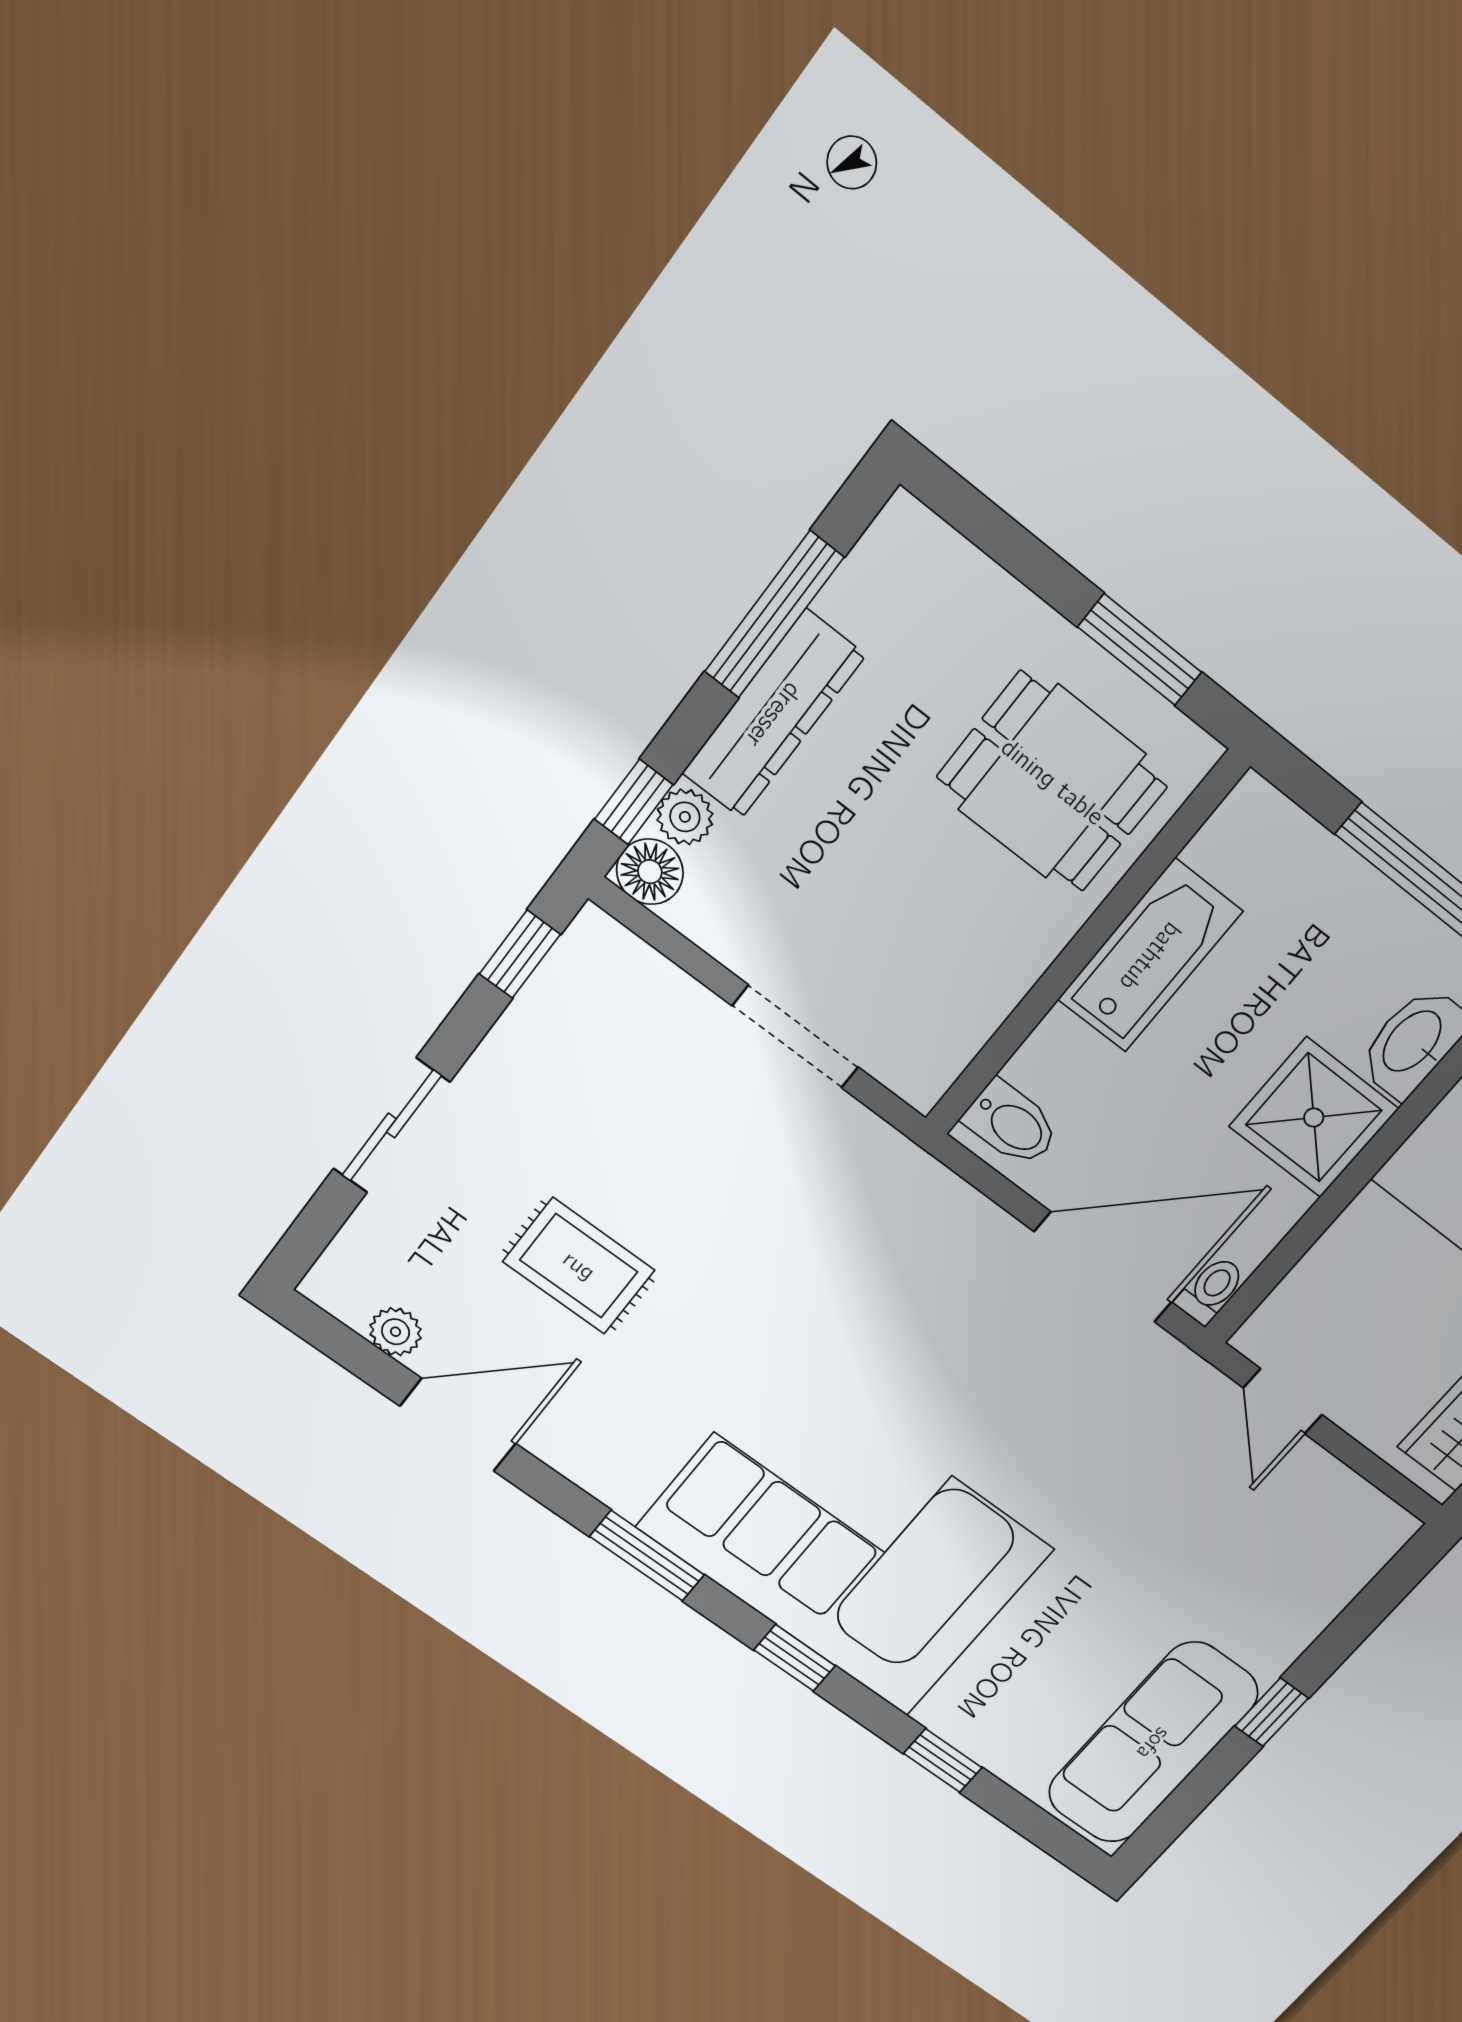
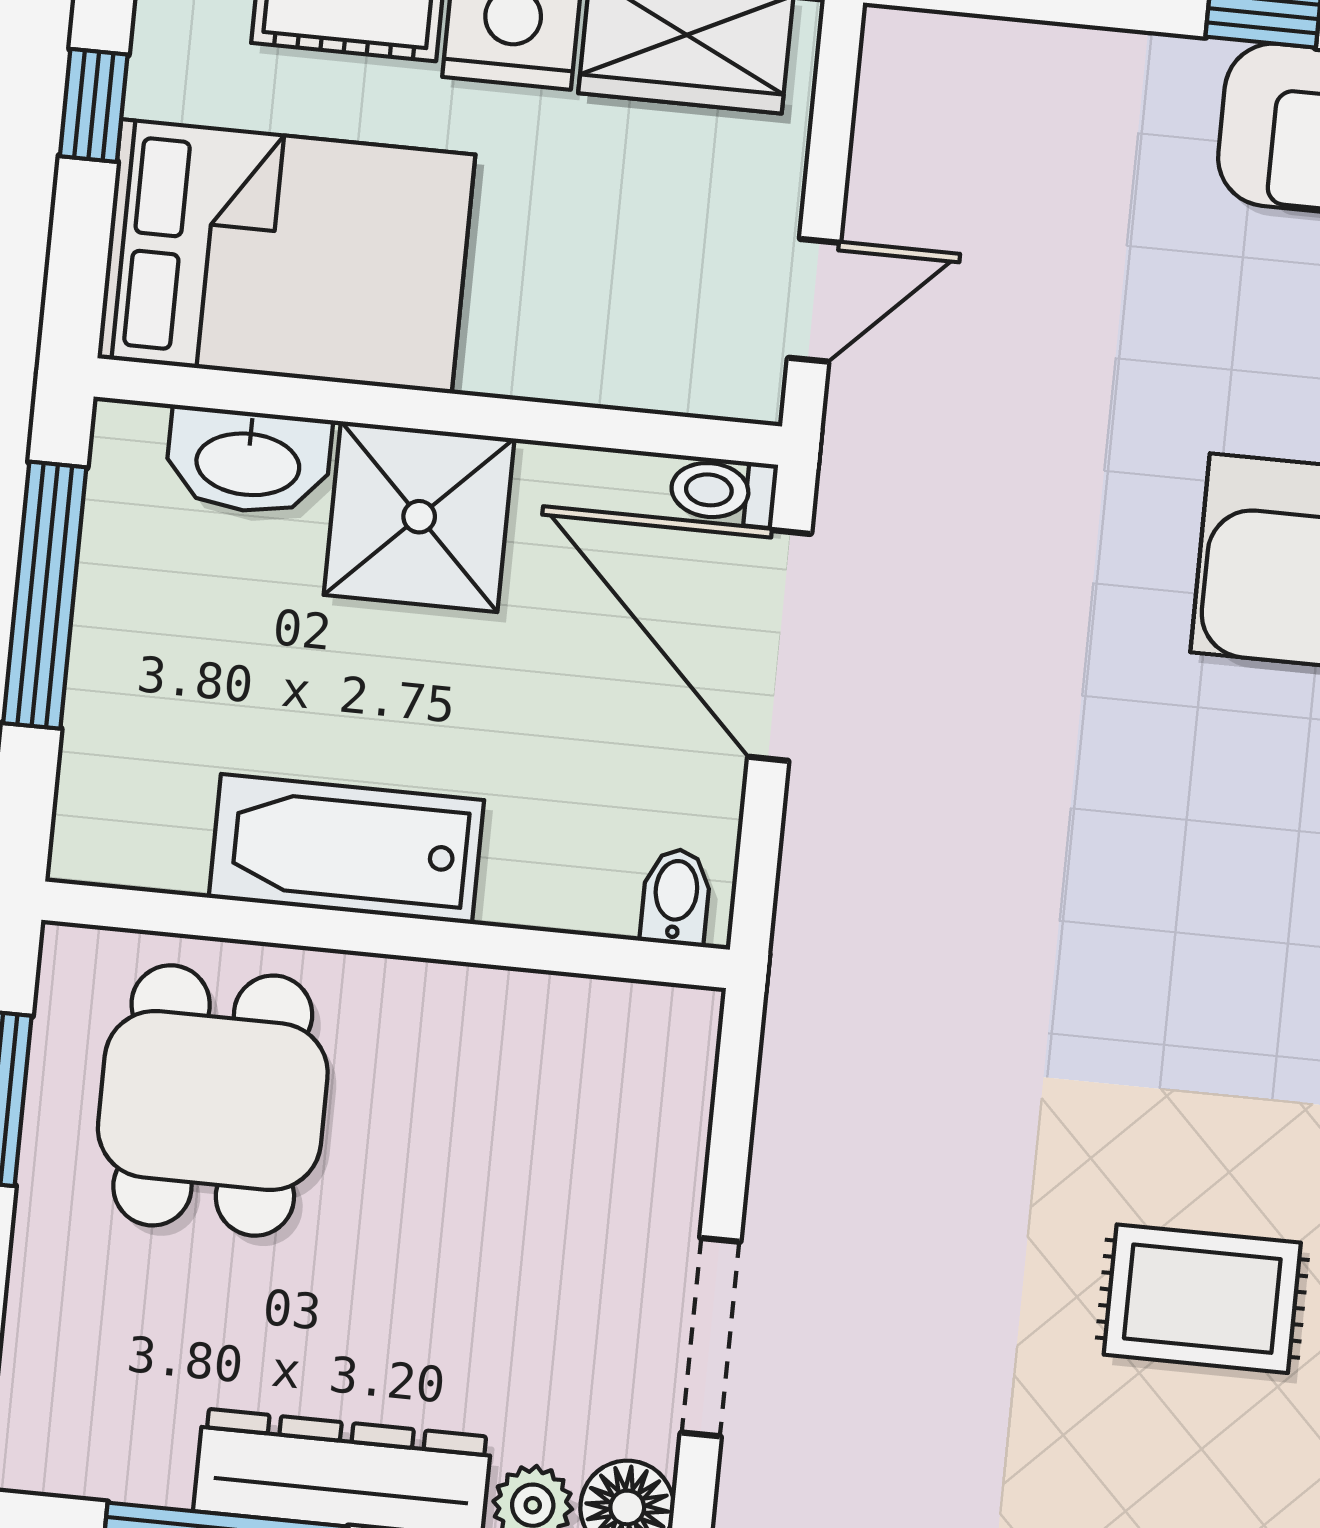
doorway: (795, 1037) -> (711, 1337), moved
bidet: (1012, 1124) -> (676, 897), width x0.72, depth x0.74
rug: (579, 1266) -> (1202, 1299), turned 90

